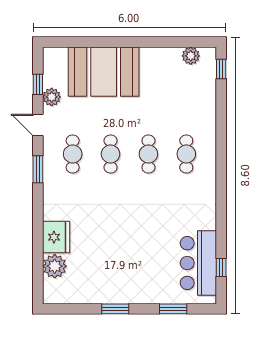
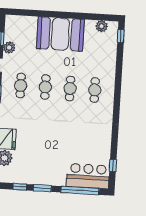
booth: (104, 72) -> (60, 34), moved
bar counter: (198, 263) -> (88, 176), moved, turned 90
window: (81, 309) -> (20, 187), added
window: (173, 309) -> (80, 190), width x2.11

